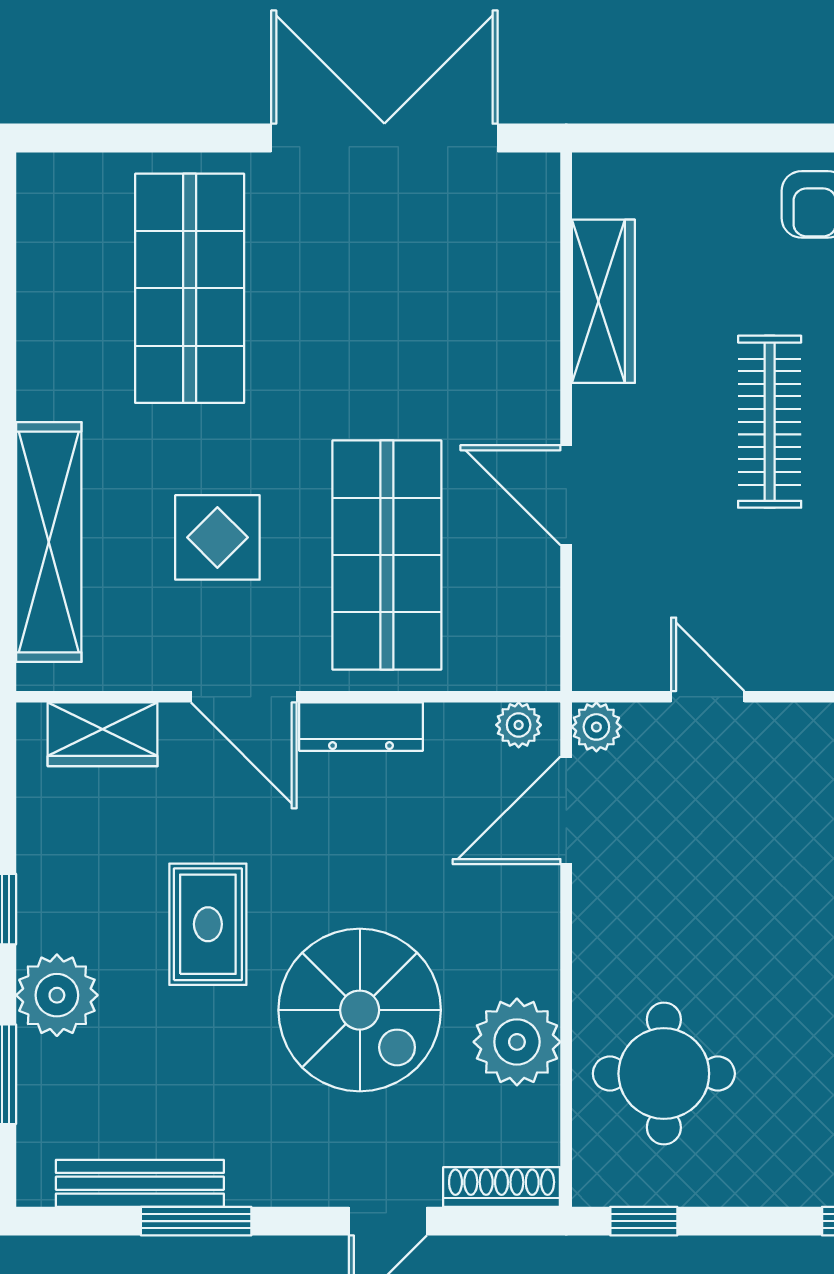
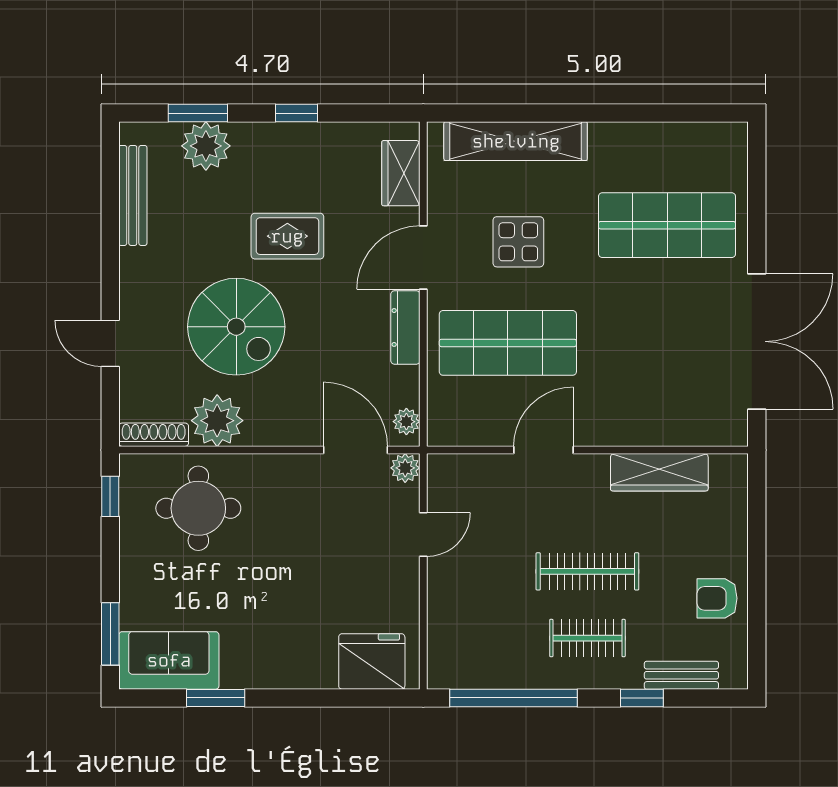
plant: (57, 995) -> (206, 146), moved
spiral stairs: (360, 1010) -> (236, 327), turned -90
shoe rack: (502, 1187) -> (154, 435), moved, turned -90
window: (196, 1221) -> (110, 229), removed

